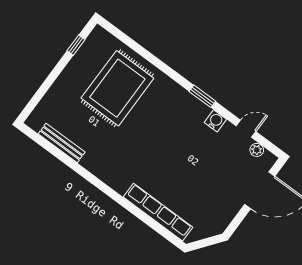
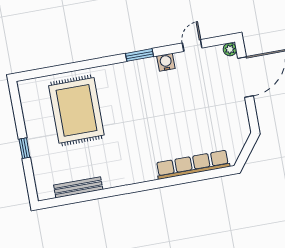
window: (76, 45) -> (24, 148), moved
plant: (257, 150) -> (230, 49), moved

